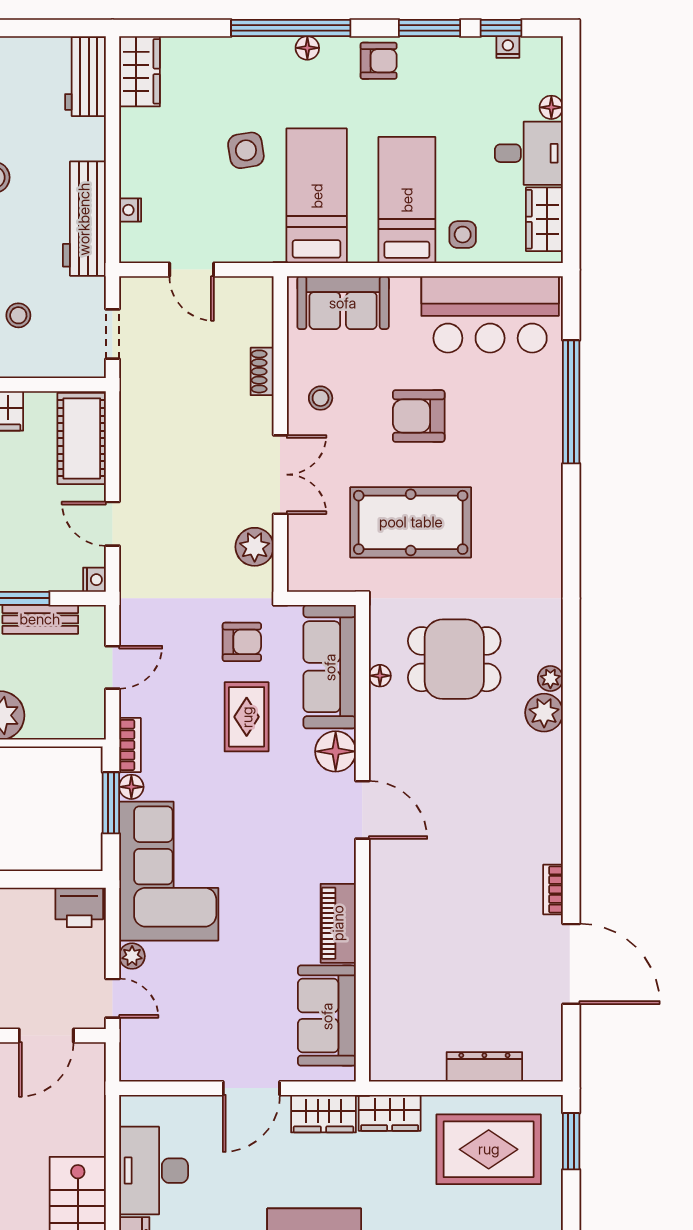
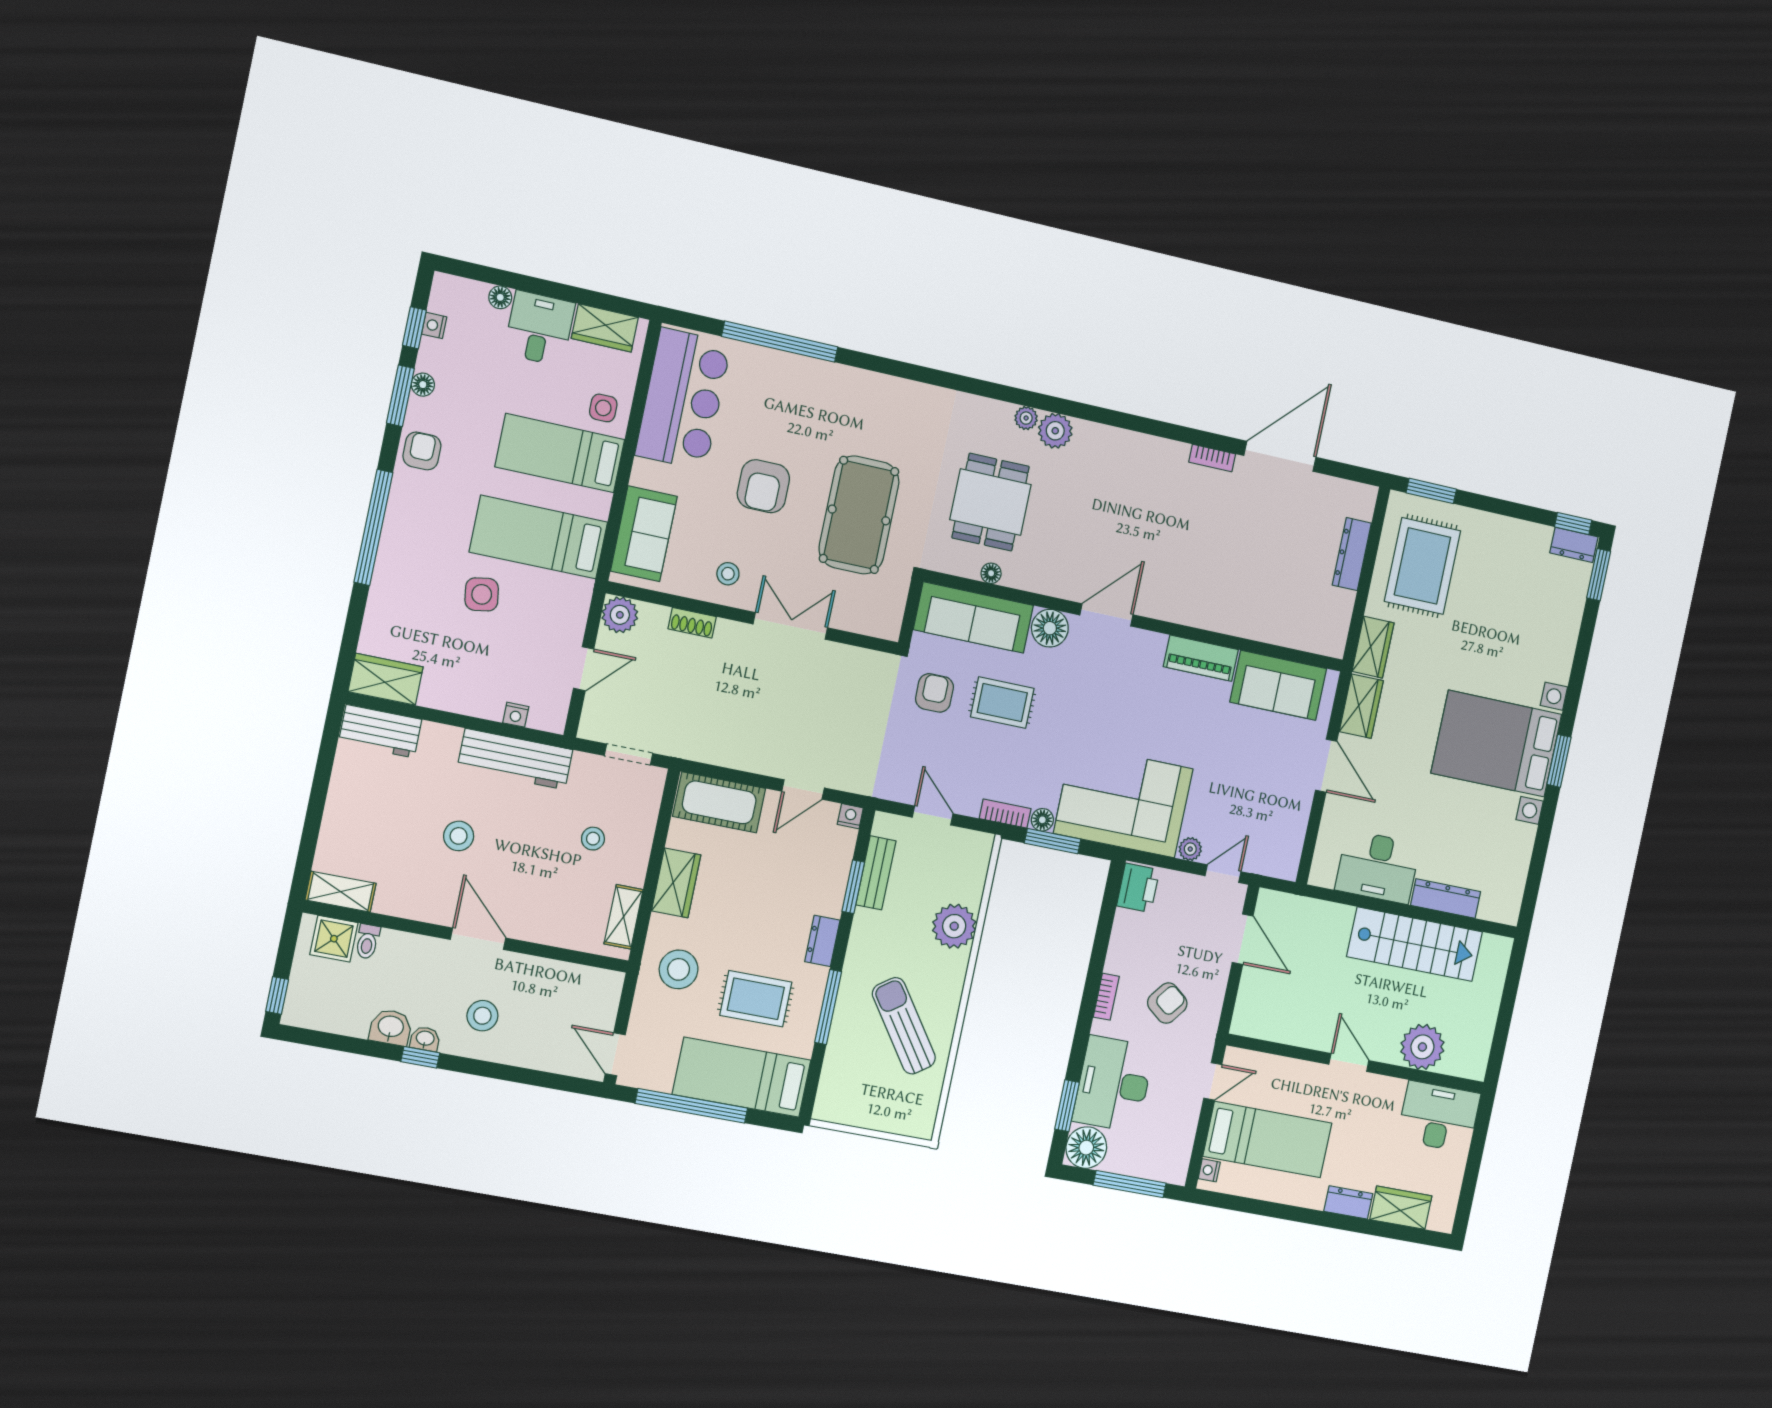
floor lamp: (307, 48) -> (423, 385), moved
plant: (255, 547) -> (620, 615), moved

